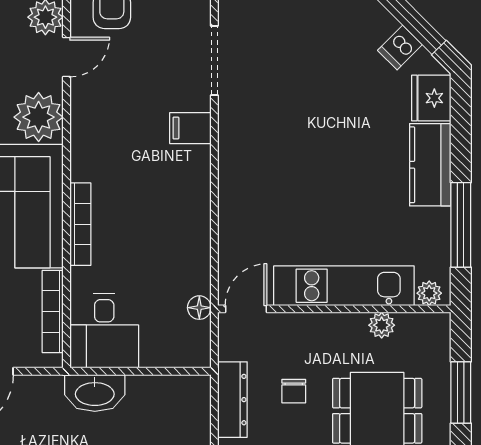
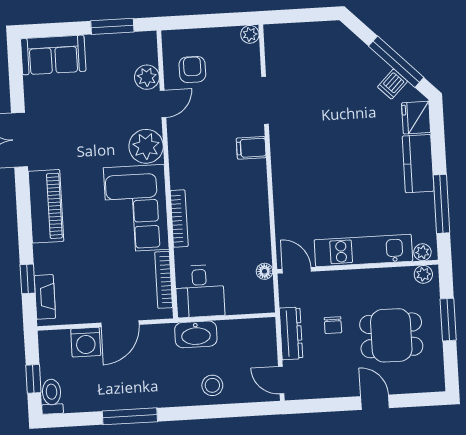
door: (246, 309) -> (297, 270), hinge flipped
plant: (382, 325) -> (423, 274), moved

